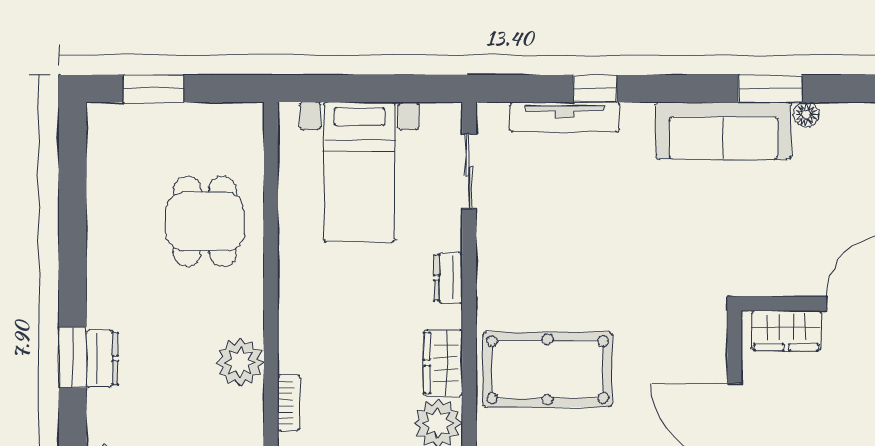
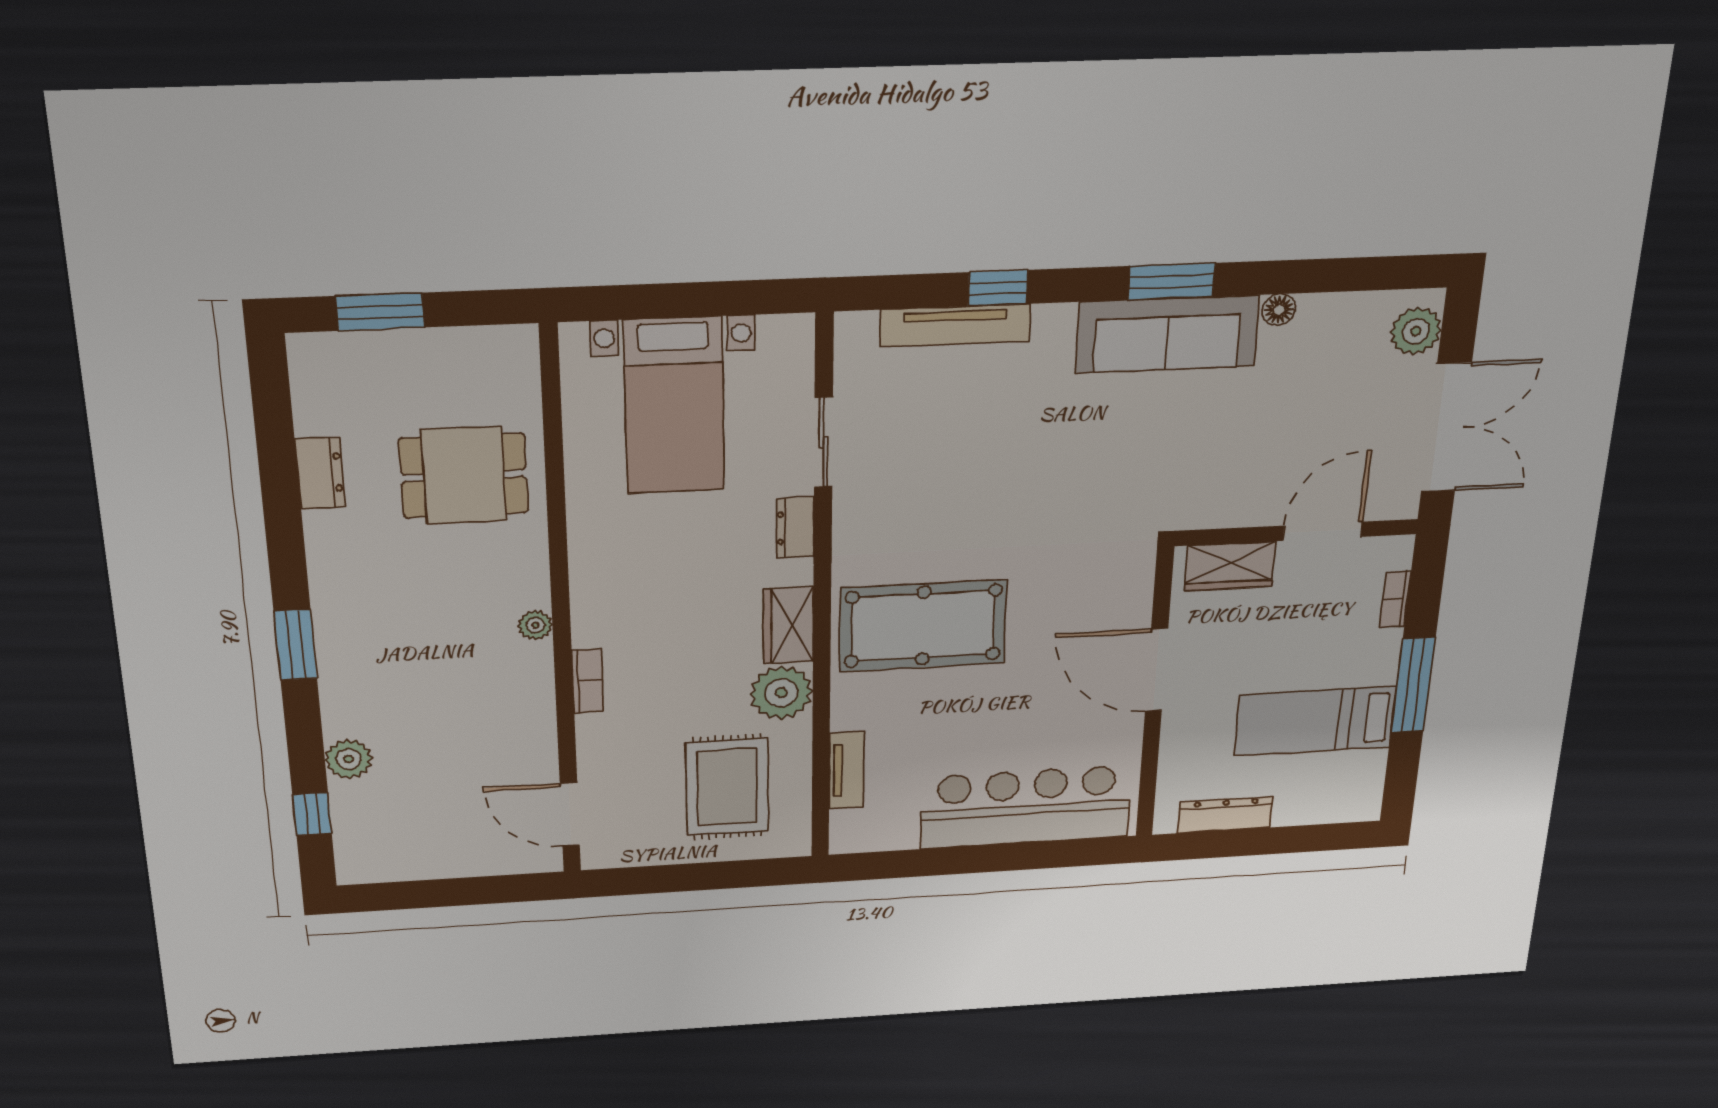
window: (770, 89) -> (1172, 281), moved
sliding door: (469, 171) -> (823, 442), moved
dining table: (205, 221) -> (464, 476), turned 90
dresser: (102, 359) -> (320, 473), moved
plant: (240, 362) -> (535, 625), width x0.53, depth x0.53

